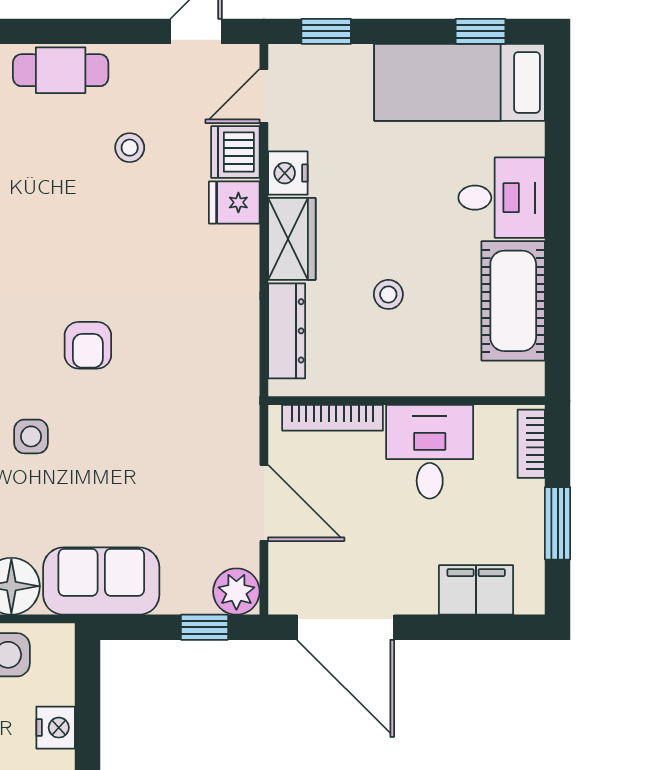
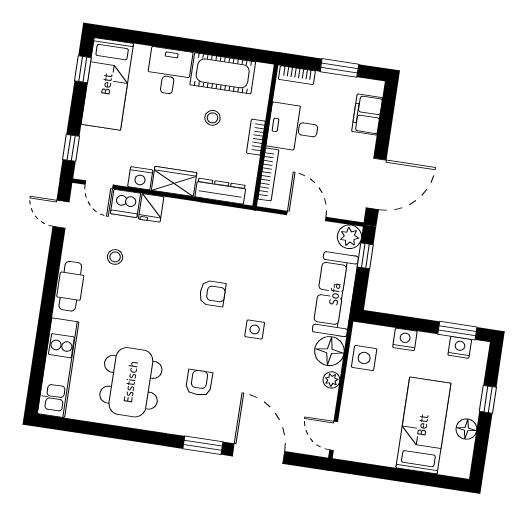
stool: (388, 294) -> (212, 118), moved
bookcase: (400, 383) -> (256, 137), added
door: (264, 503) -> (306, 216), hinge flipped
sofa: (101, 581) -> (335, 294), width x1.36

